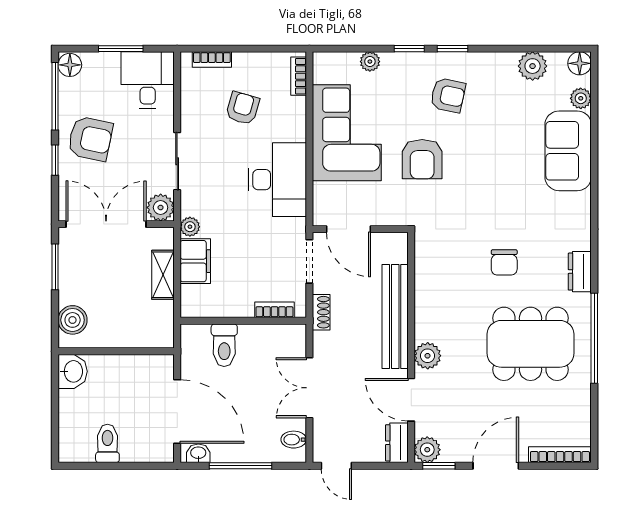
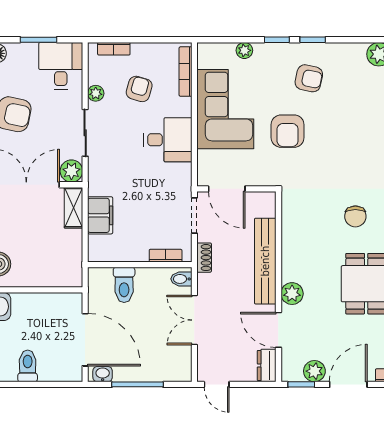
bookcase: (299, 76) -> (186, 72), width x1.56
desk: (277, 180) -> (168, 140), width x0.73
plant: (190, 227) -> (96, 93), moved
shelving: (163, 275) -> (73, 208), moved
bidet: (294, 440) -> (181, 279), moved
plant: (427, 450) -> (314, 371), moved

